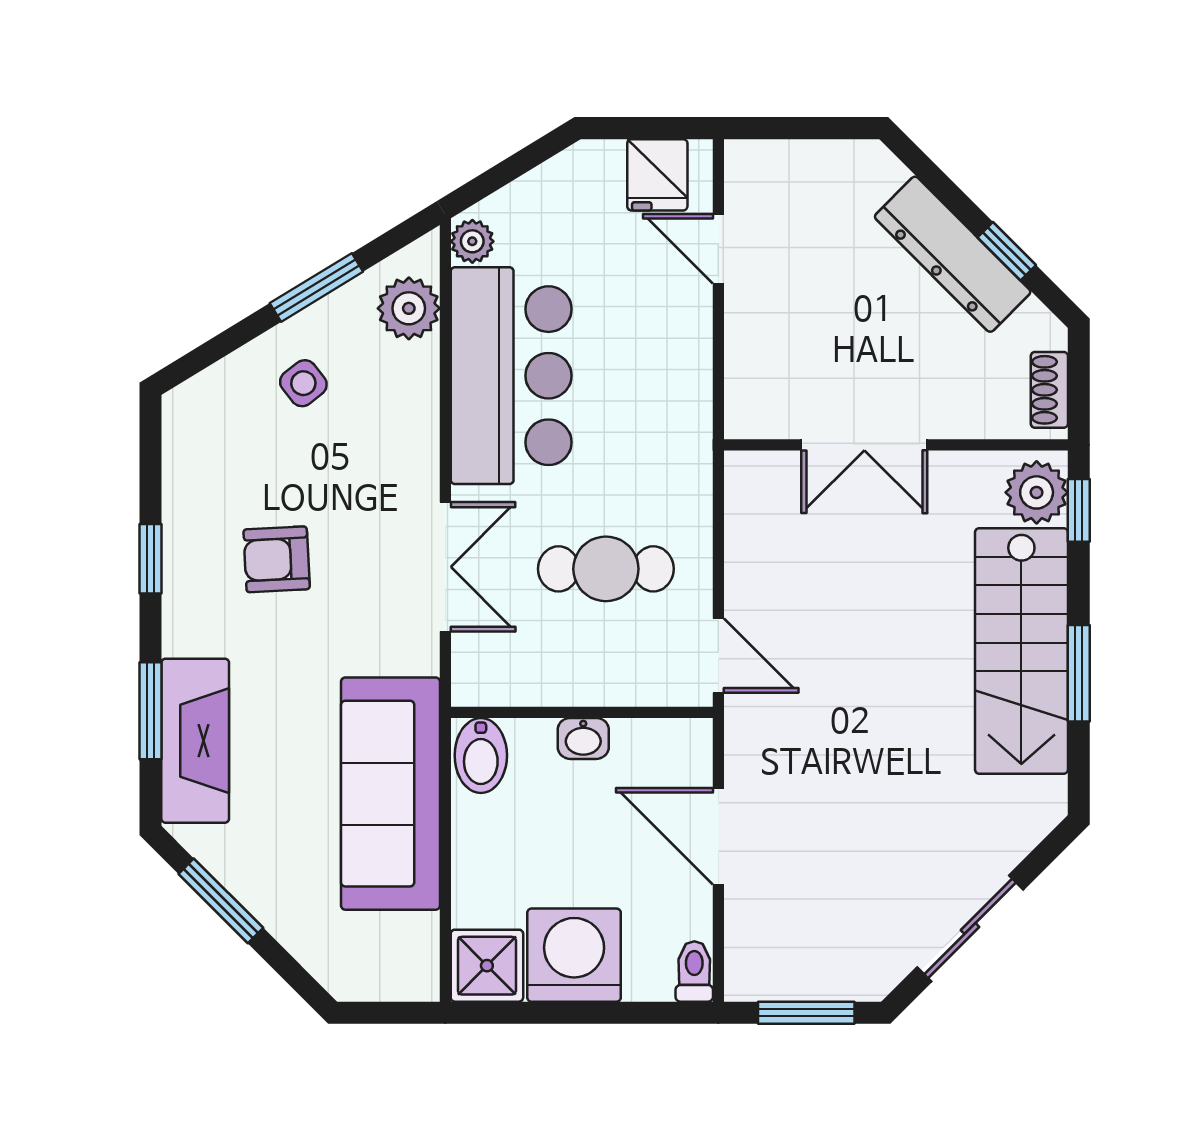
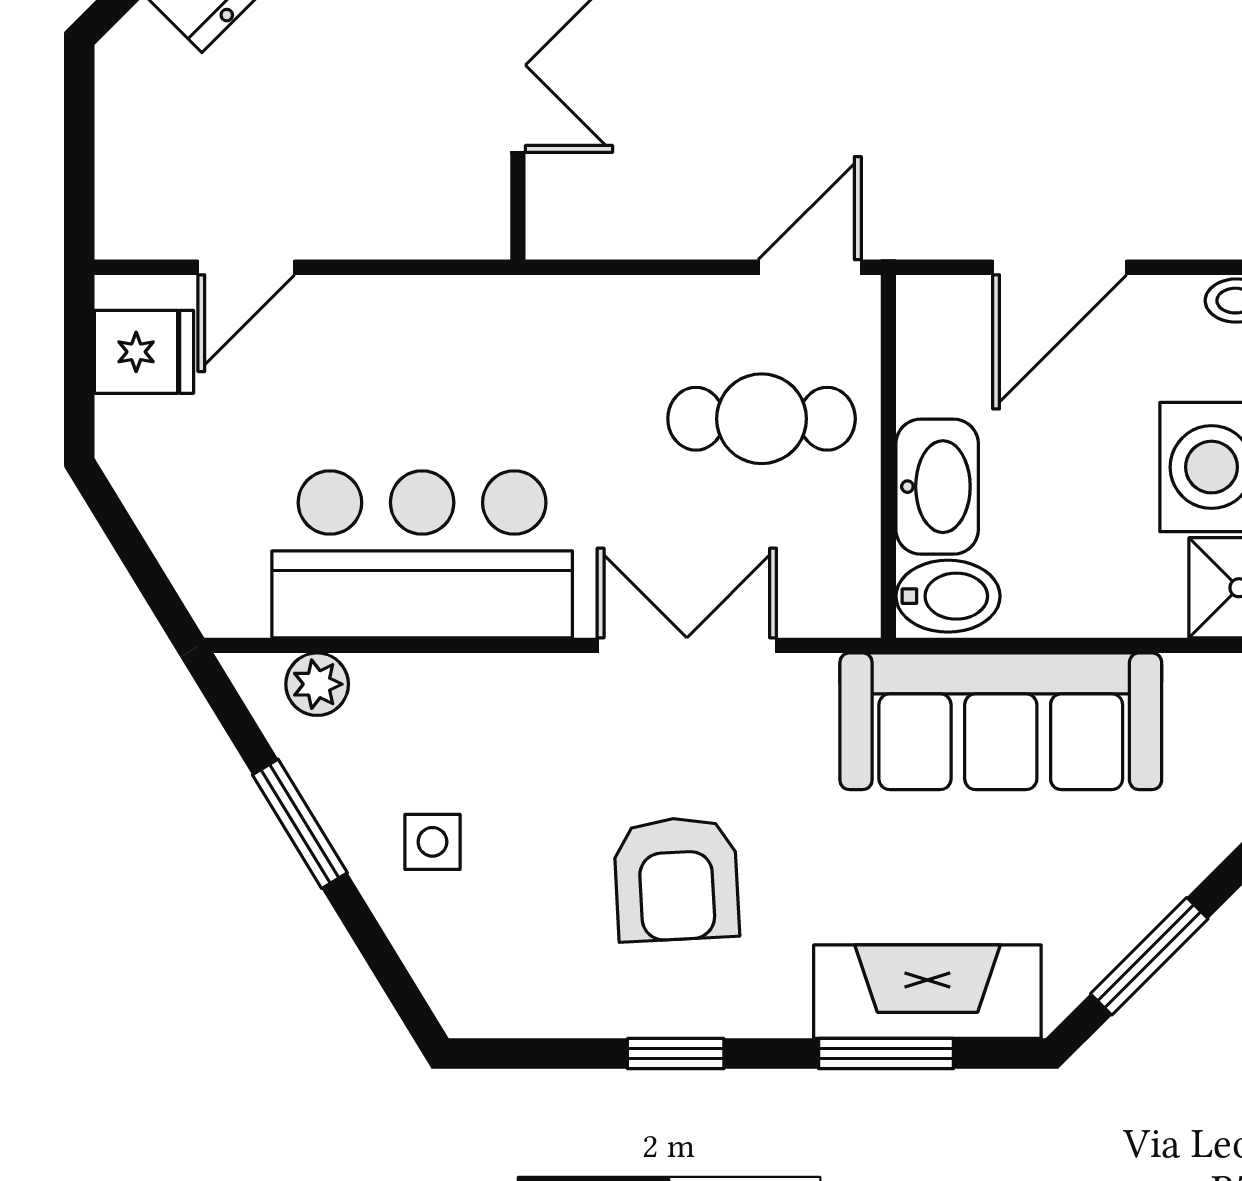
plant: (472, 241) -> (236, 608), removed
plant: (409, 308) -> (317, 684), width x0.73, depth x0.73
side table: (303, 383) -> (432, 842), turned 38
armchair: (277, 559) -> (676, 879), width x1.38, depth x1.38
cafe table: (606, 569) -> (762, 419), moved, turned 90
washbasin: (583, 738) -> (937, 487), width x1.91, depth x1.45

